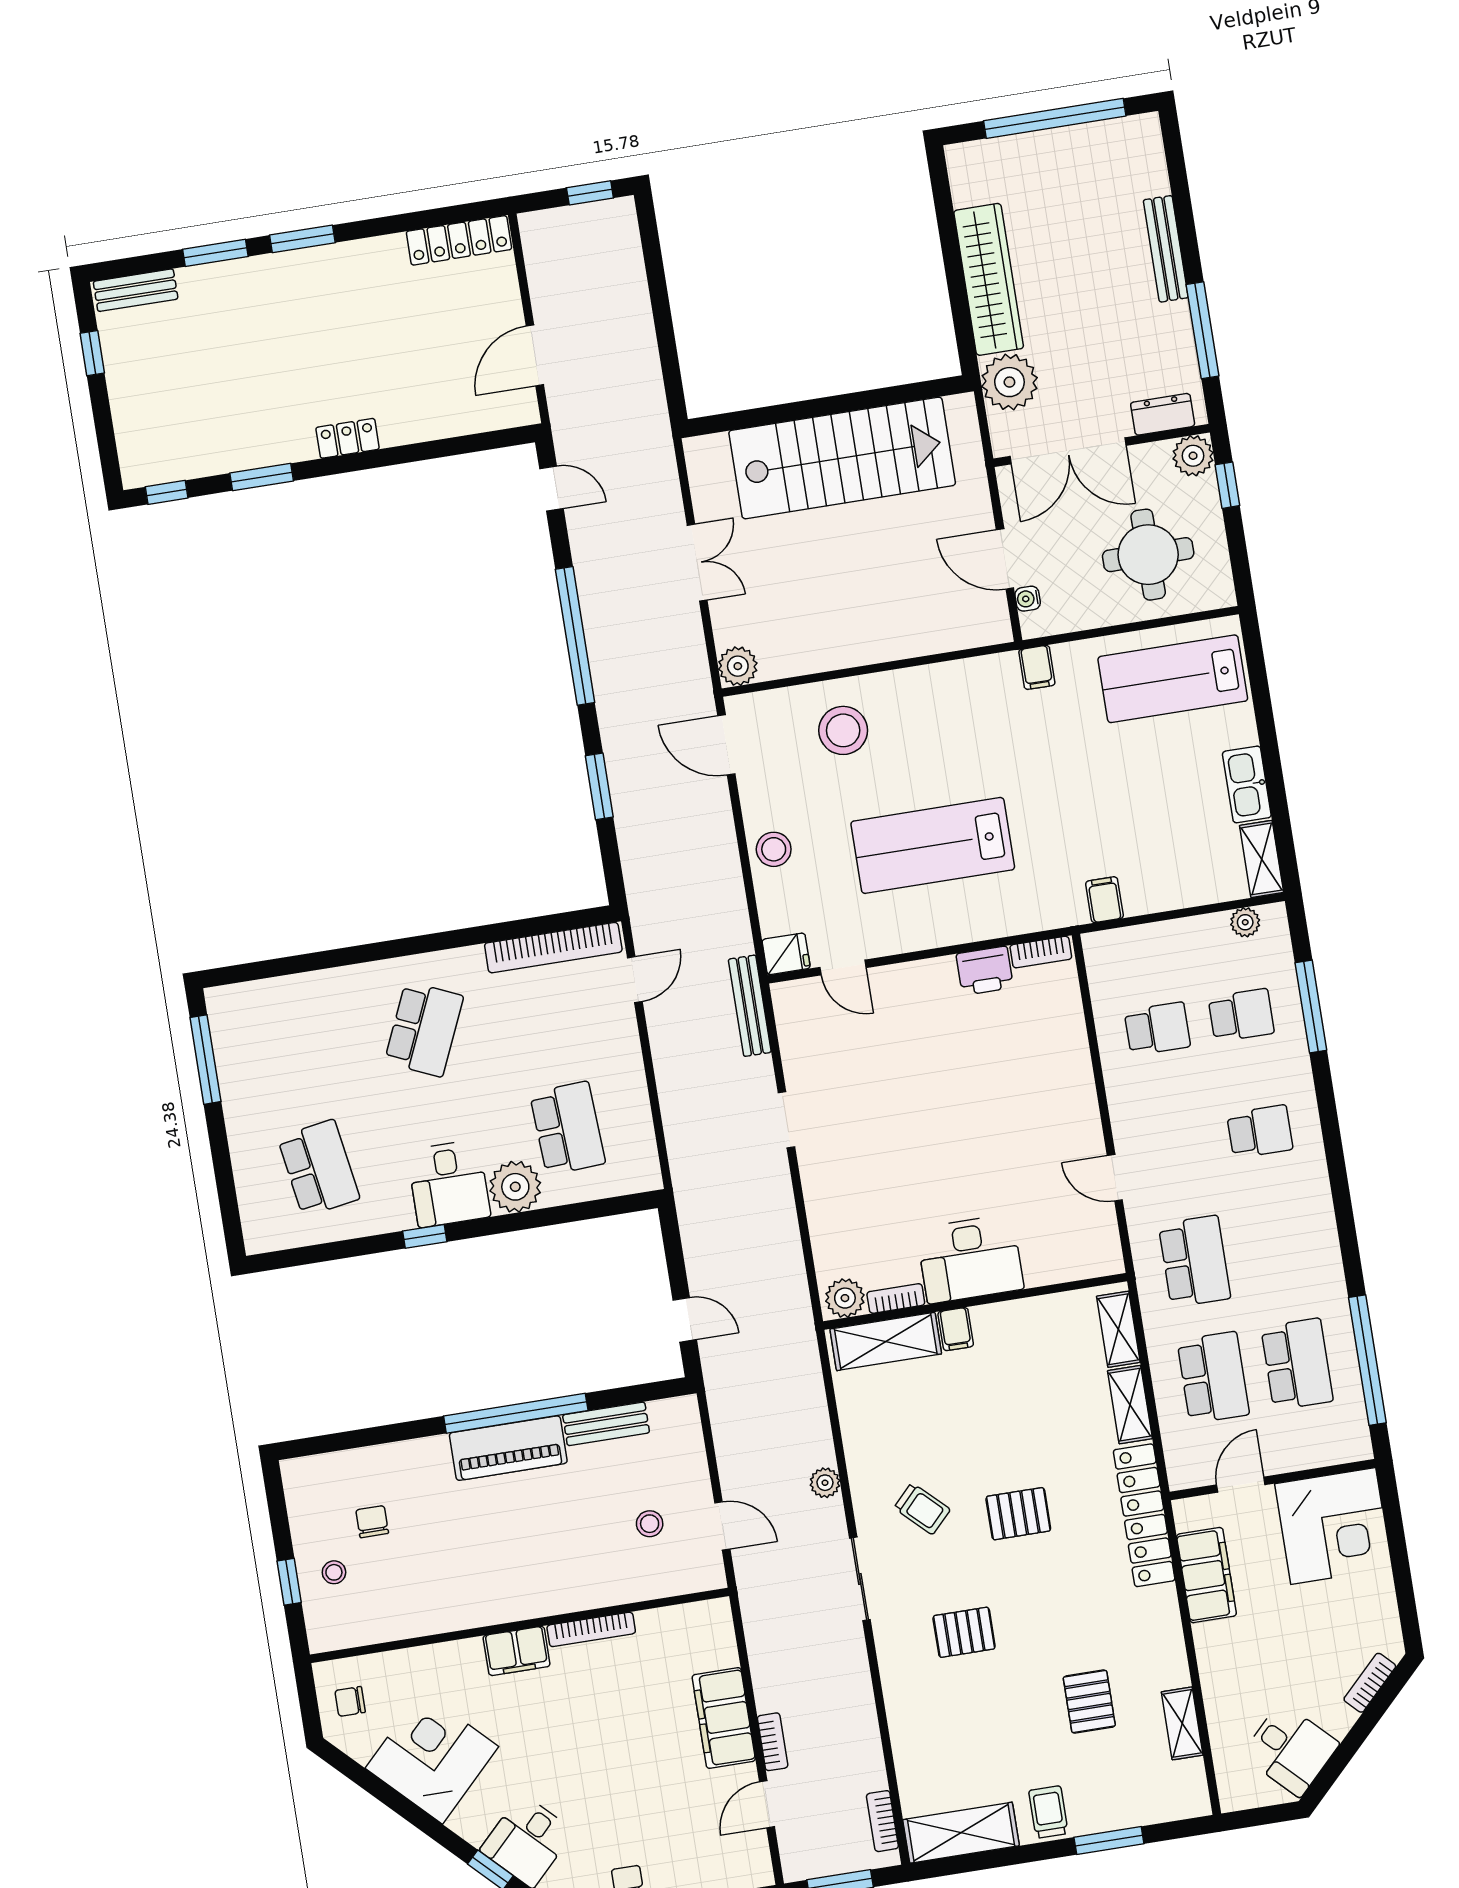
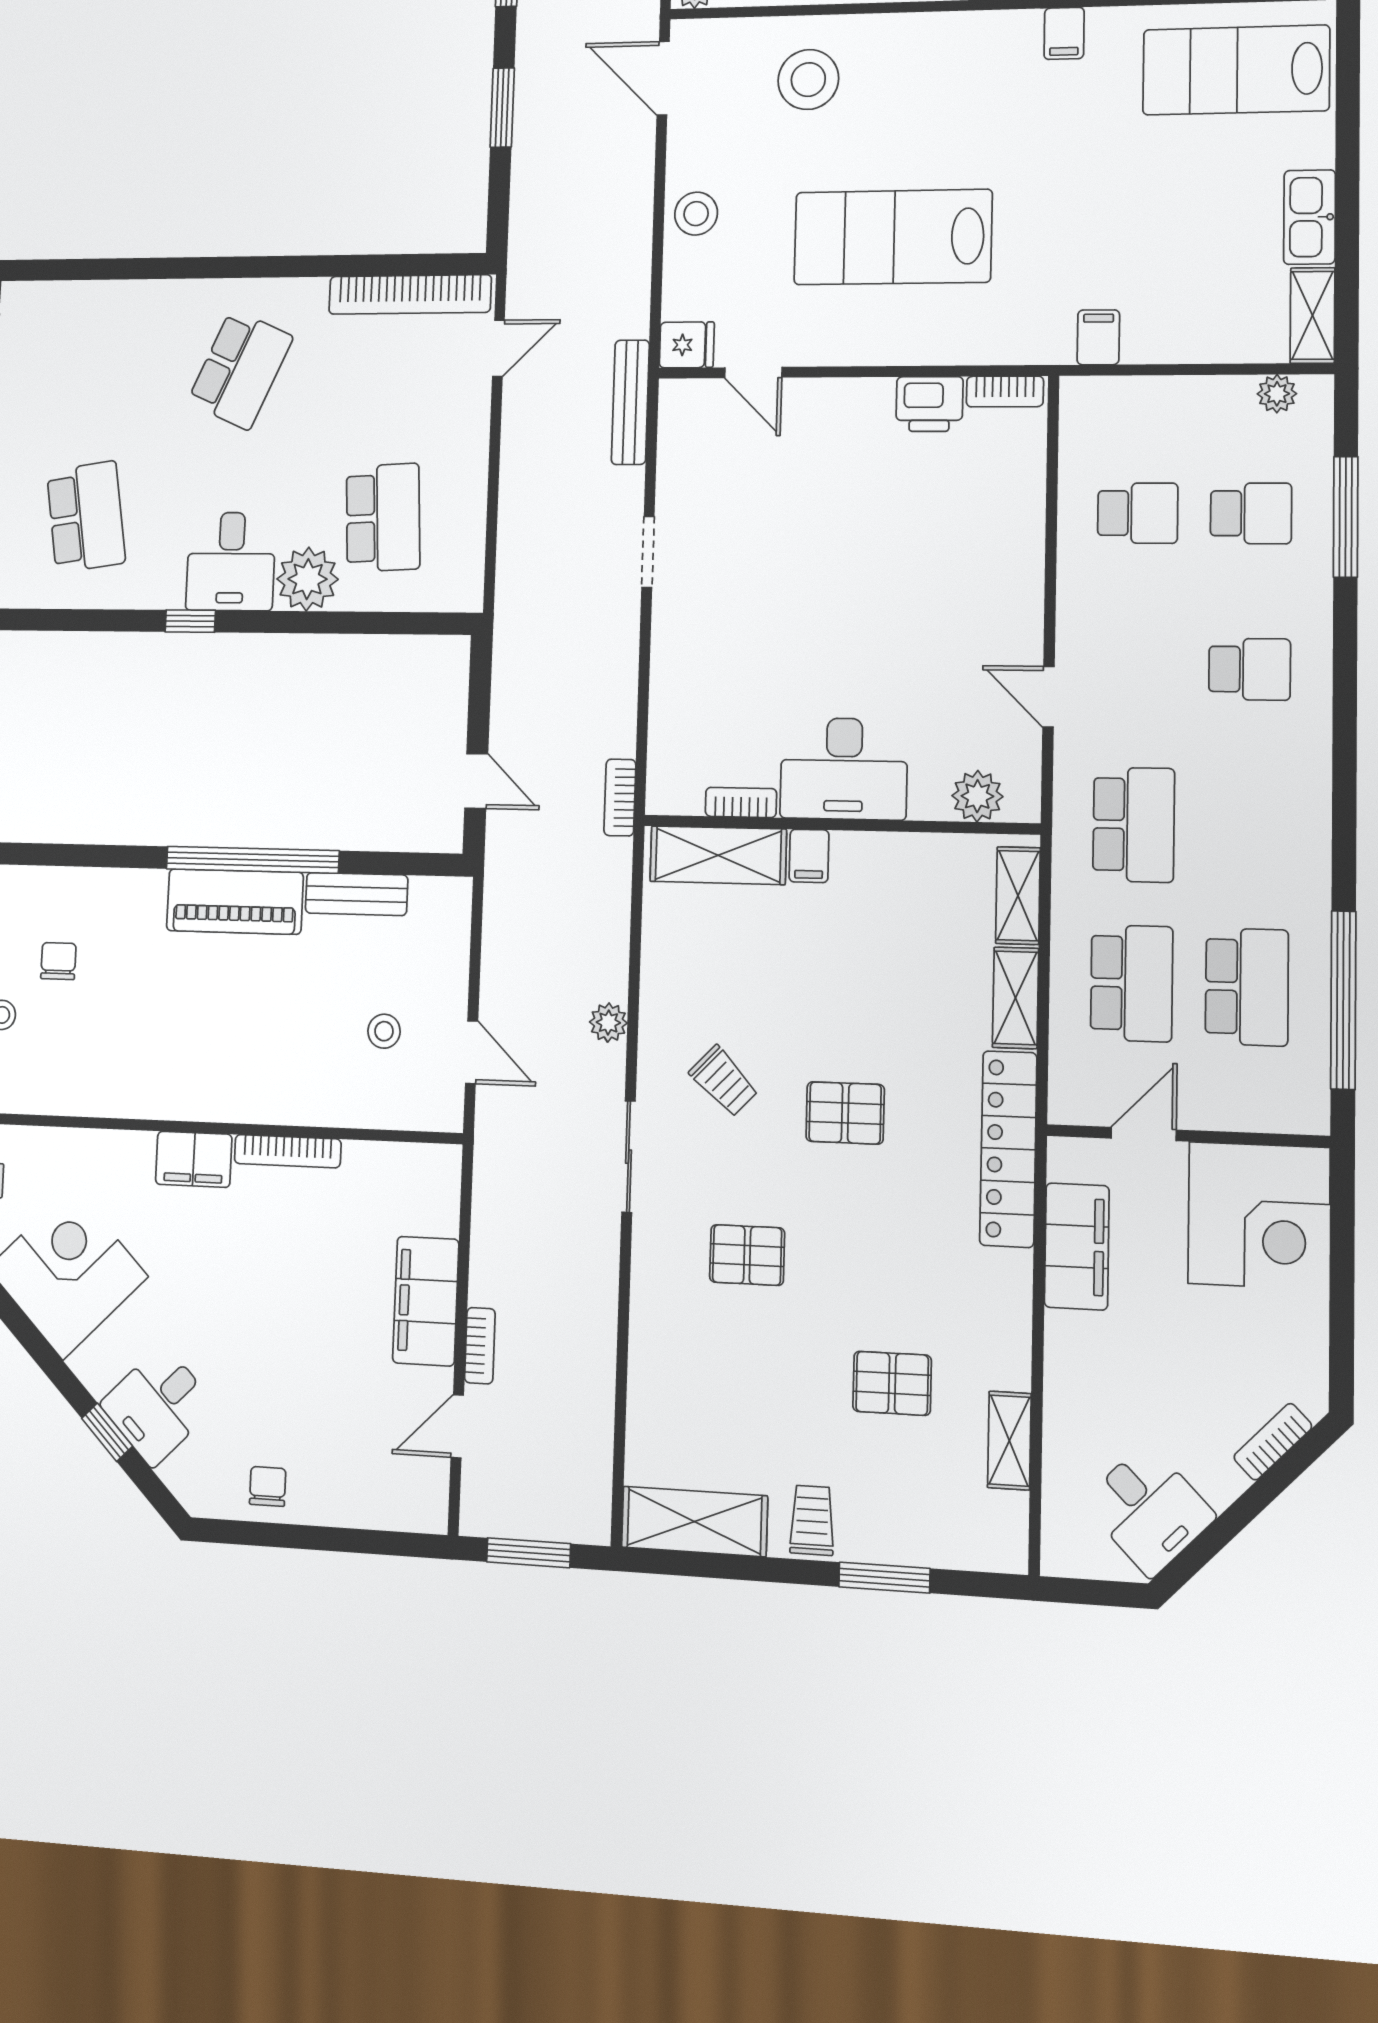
plant: (845, 1298) -> (977, 796), moved
pallet: (1089, 1702) -> (892, 1383), turned 90
bookcase: (882, 1821) -> (620, 798), moved

